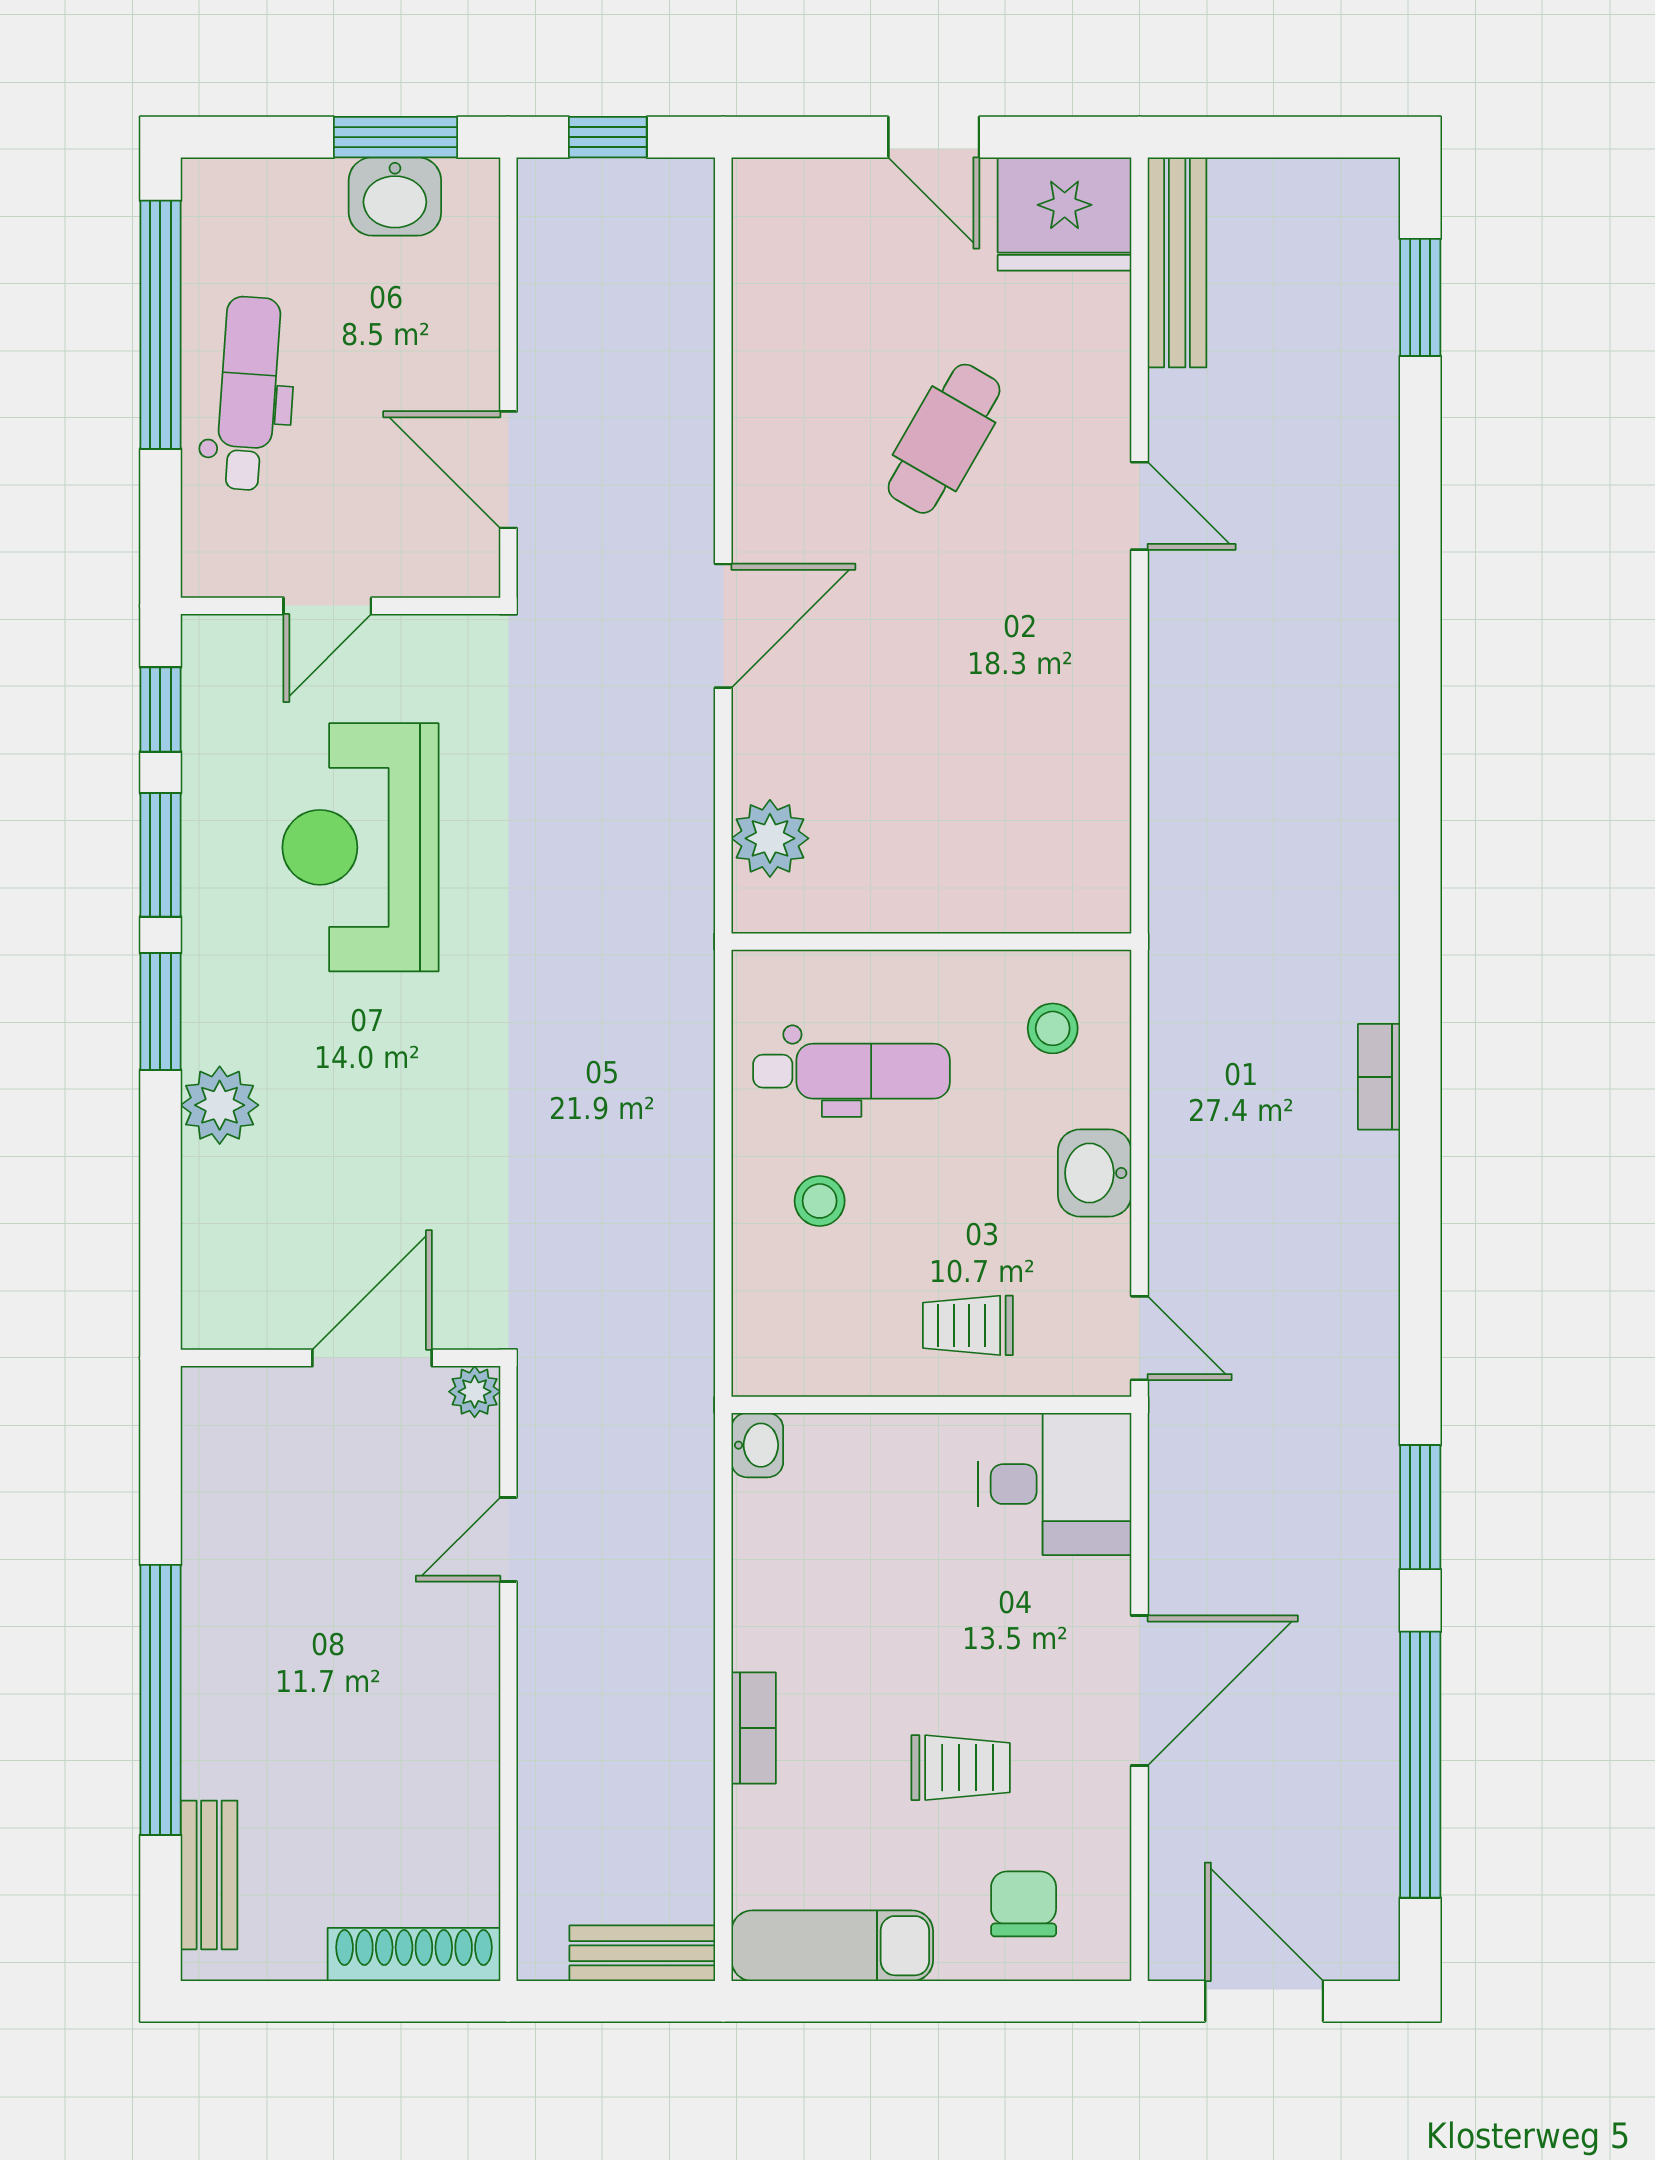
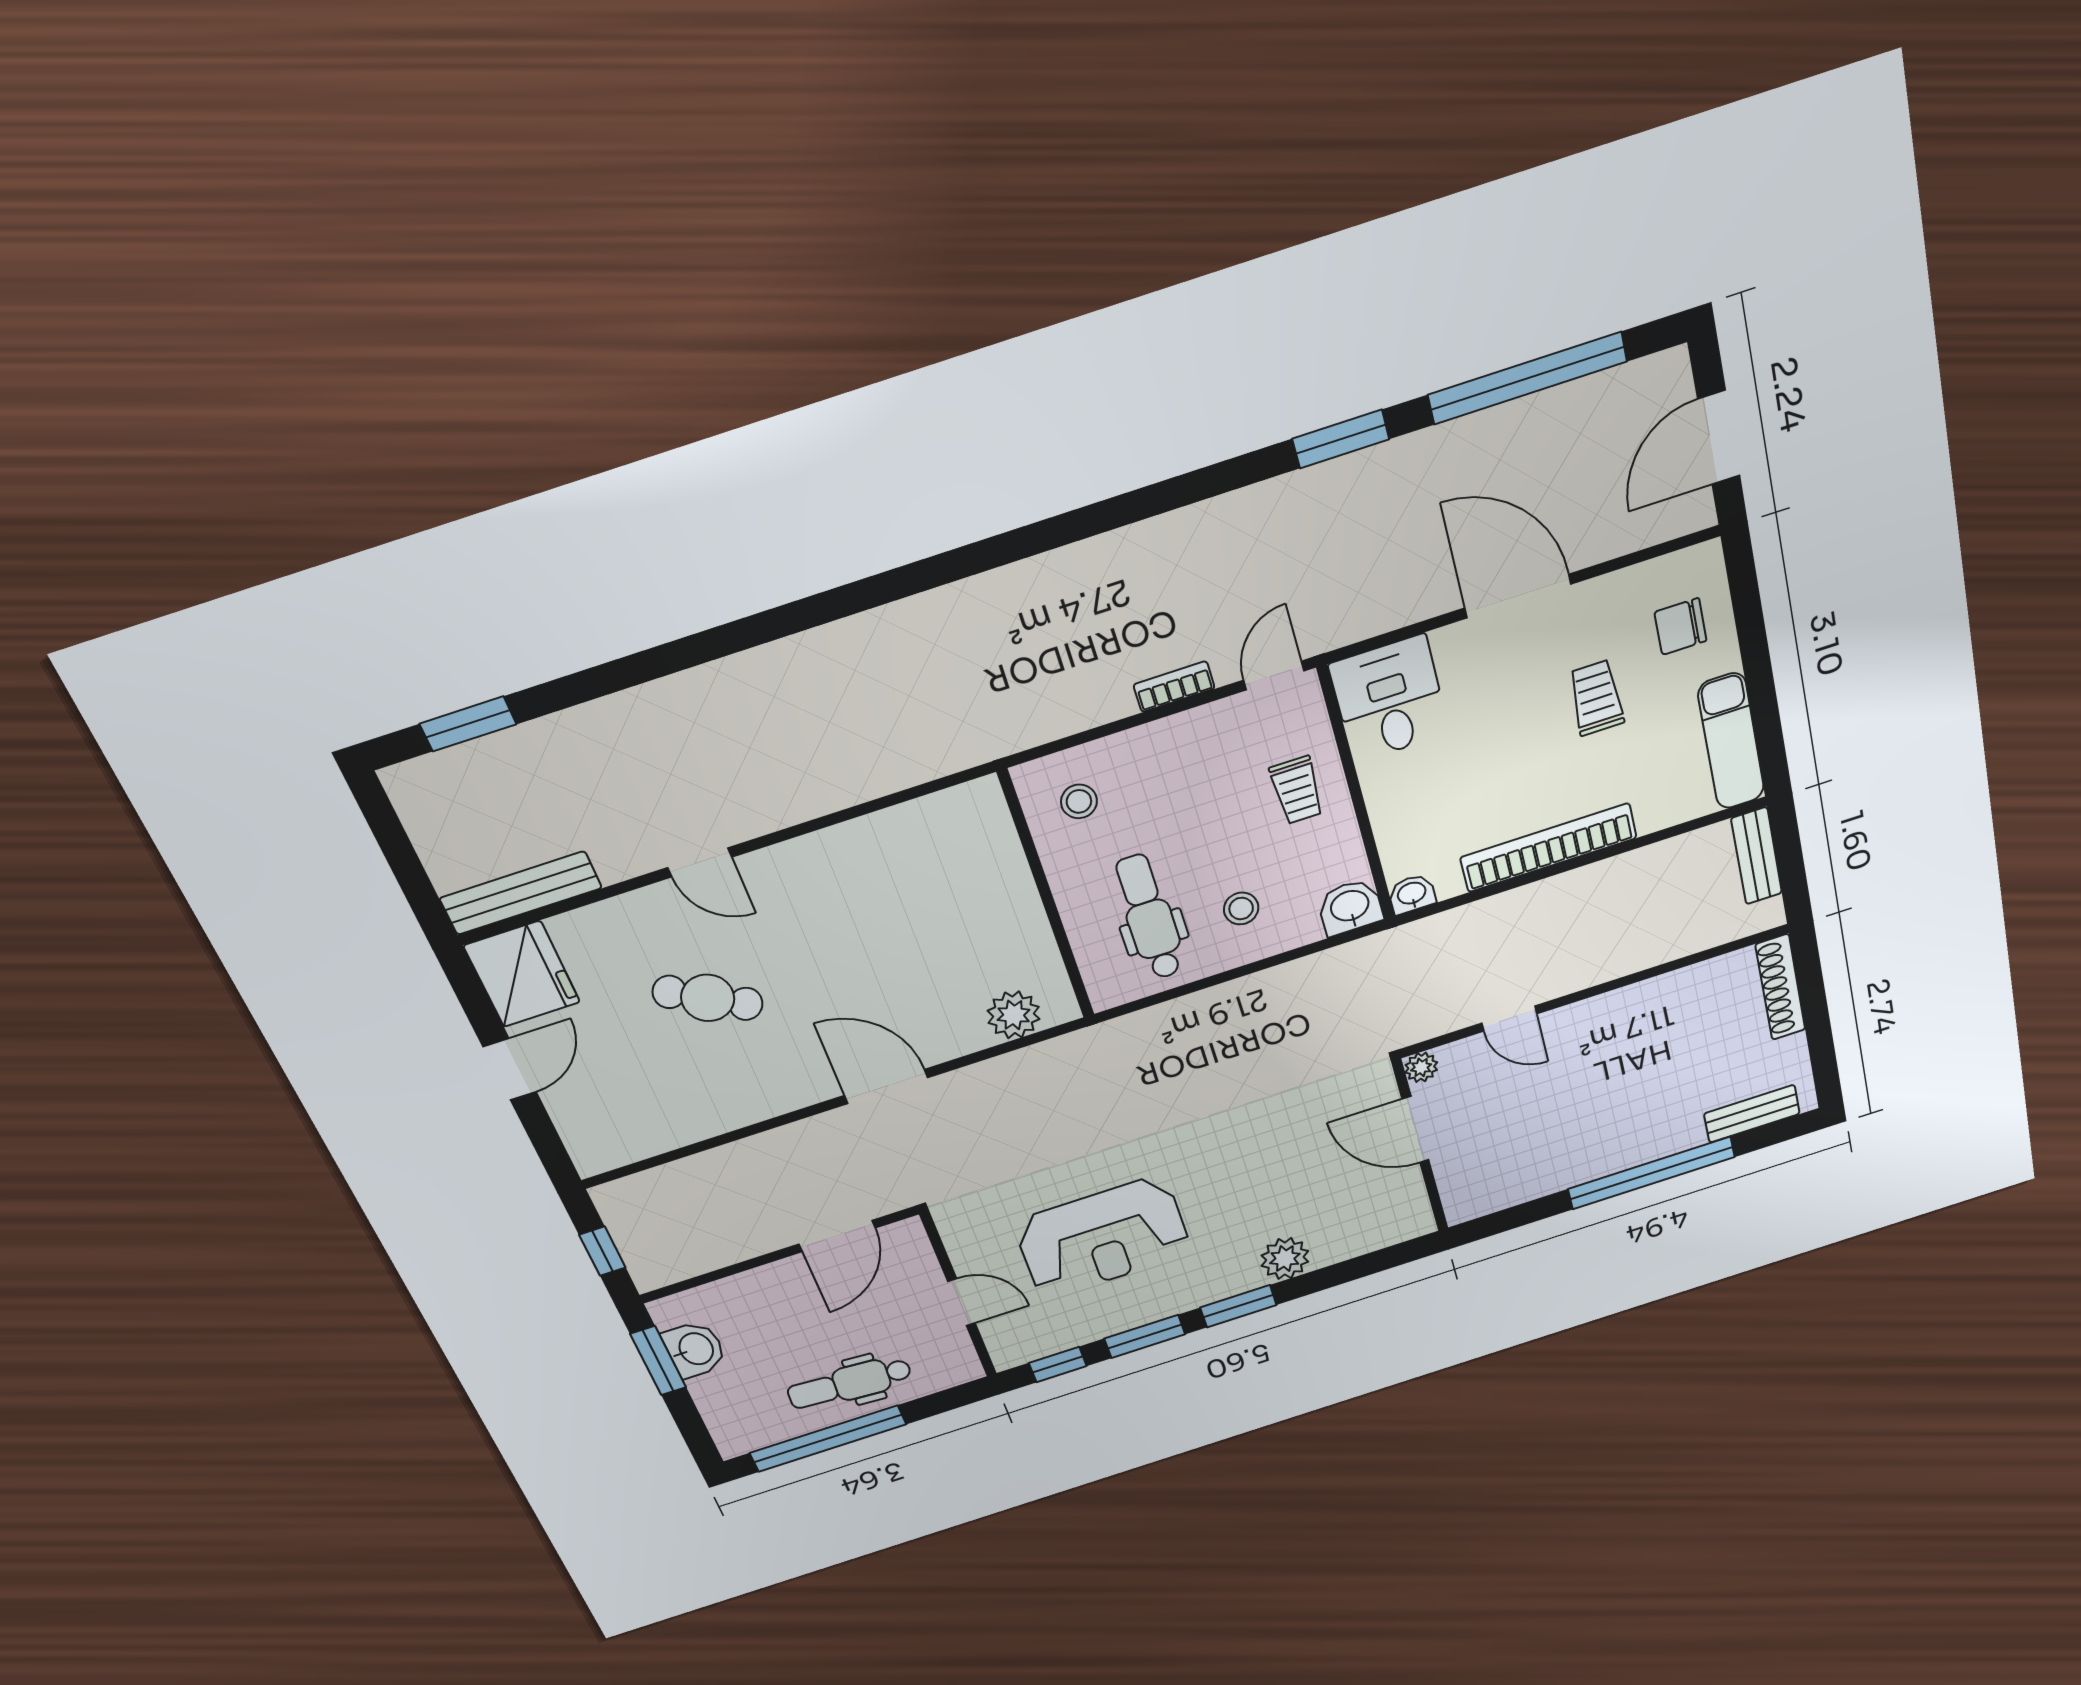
door: (1140, 506) -> (700, 862), swing flipped
bookcase: (1379, 1077) -> (1174, 687), moved, turned 180
washbasin: (1095, 1173) -> (1350, 907), moved, turned 180
bookcase: (754, 1728) -> (1549, 848), width x2.31, depth x1.31

